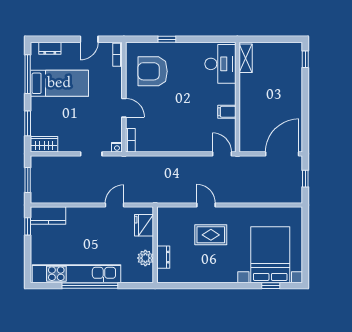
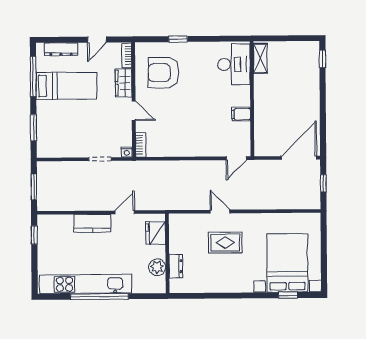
dresser: (50, 48) -> (61, 49), width x1.44
wardrobe: (44, 144) -> (124, 83), moved, turned -90
door: (222, 154) -> (236, 158), swing flipped
kitchen counter: (48, 215) -> (93, 223), moved

